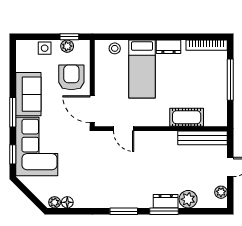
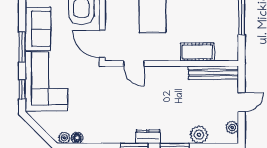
dresser: (166, 201) -> (148, 137), moved

